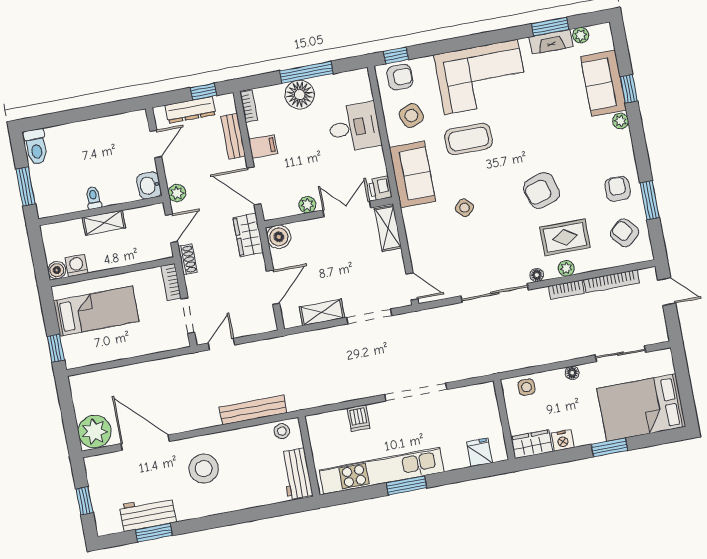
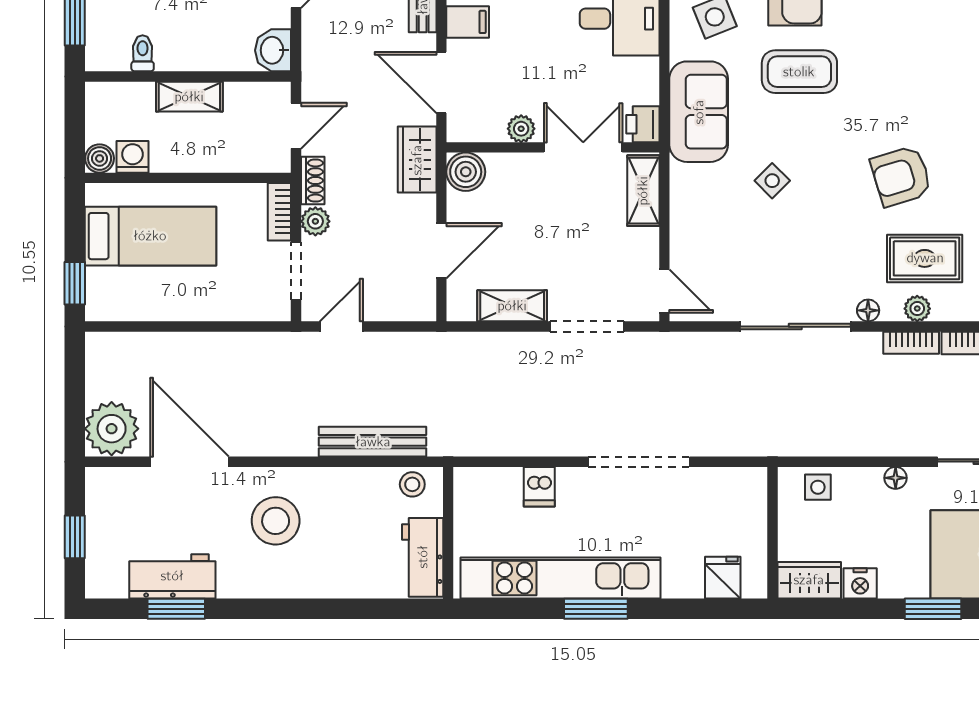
plant: (177, 193) -> (315, 221), moved
toilet: (93, 198) -> (143, 53), moved

